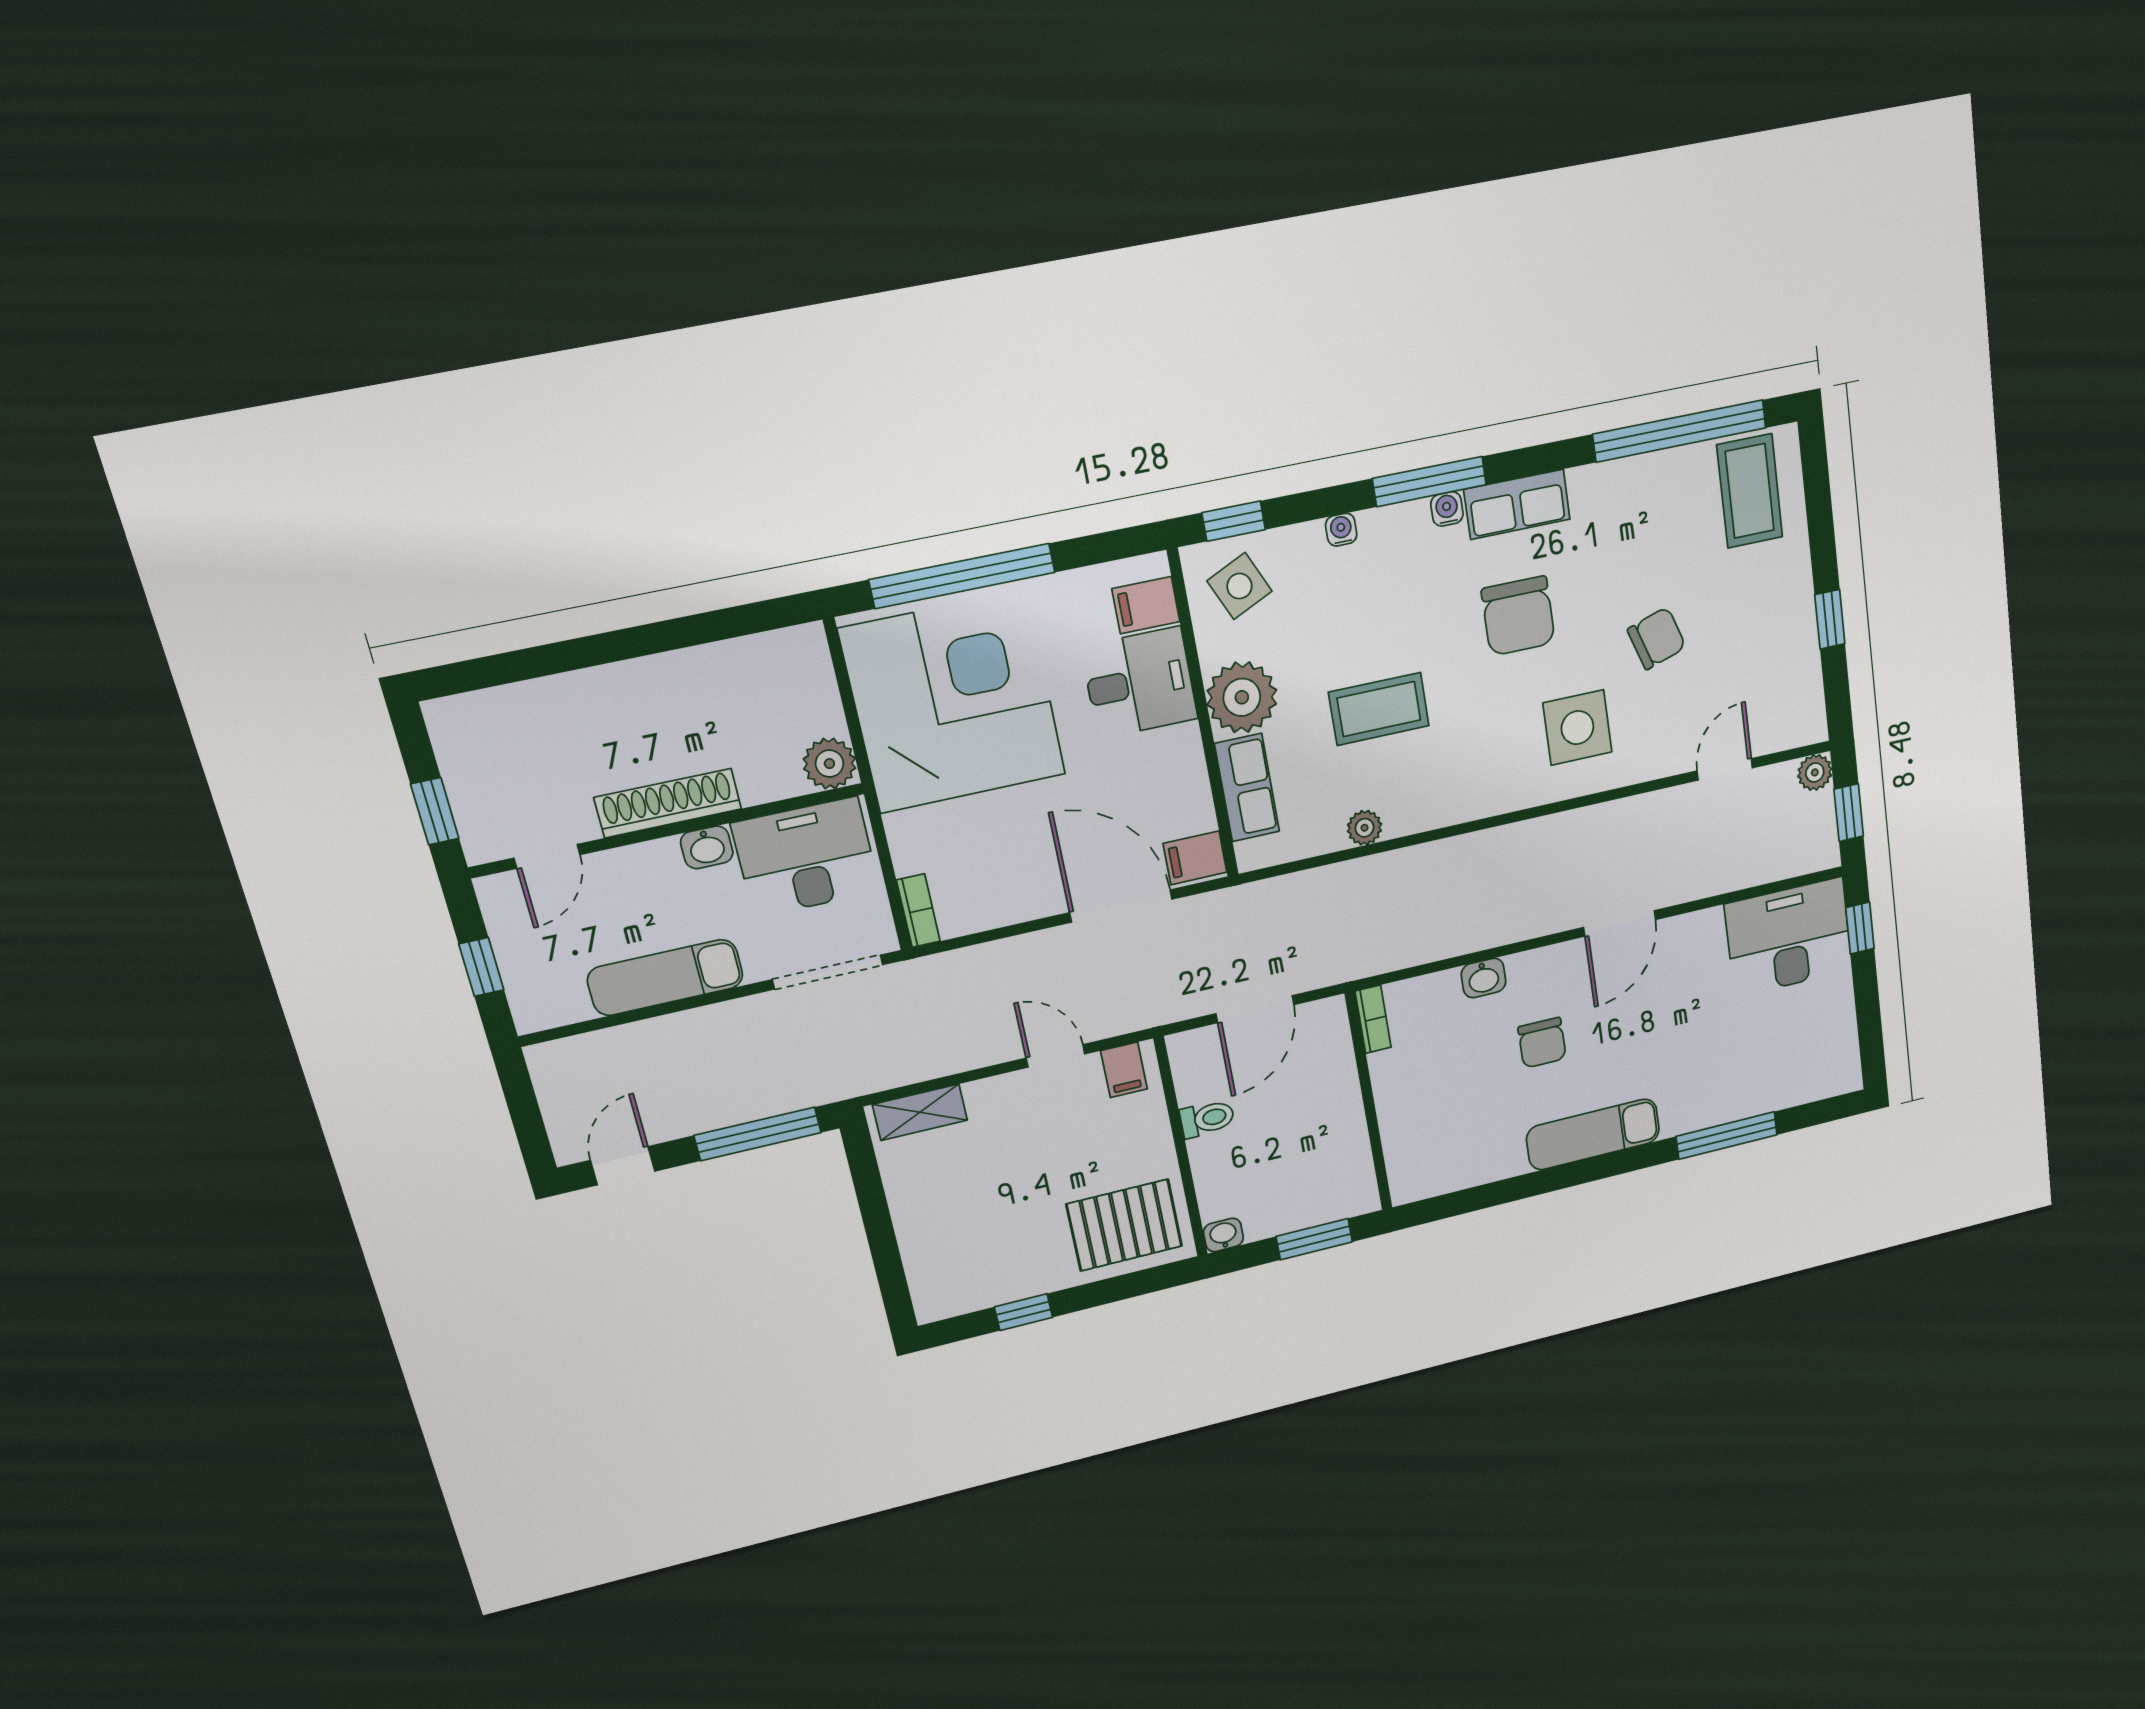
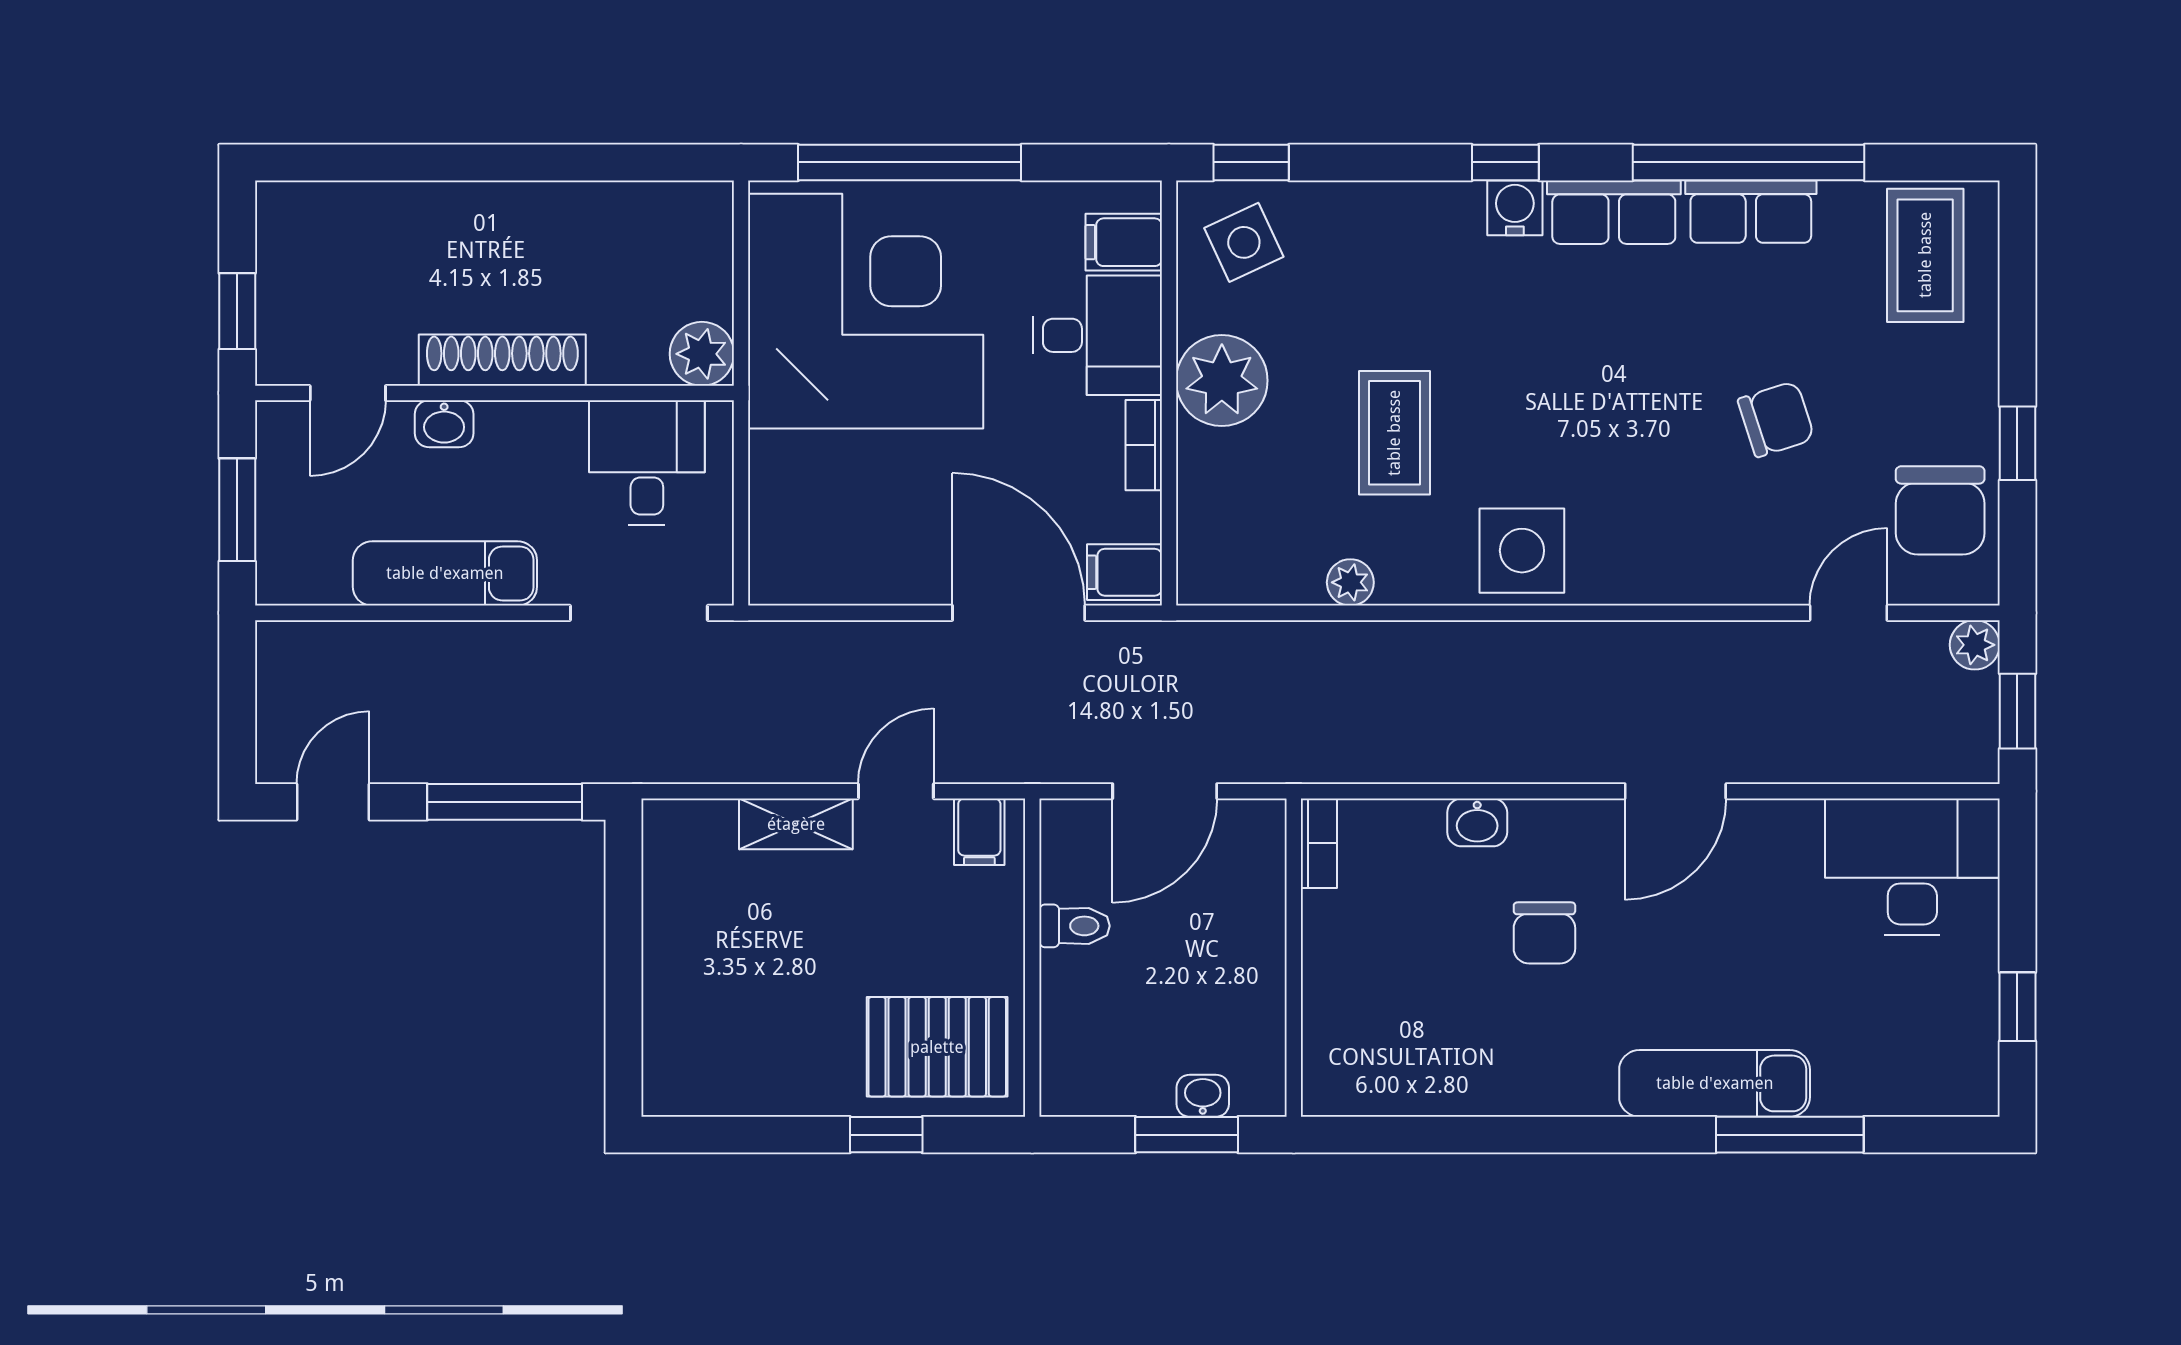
window: (1680, 431) -> (1749, 162), moved
window: (1429, 482) -> (1505, 162), width x0.46
water cooler: (1447, 509) -> (1515, 208), width x1.38, depth x1.38
water cooler: (1341, 530) -> (1384, 199), removed
chair: (1518, 616) -> (1940, 510), moved
coffee table: (1379, 709) -> (1394, 433), turned 90
side table: (1577, 728) -> (1522, 551), moved
row of seats: (1247, 788) -> (1751, 212), moved, turned 90
washbasin: (707, 847) -> (444, 424), moved
desk: (806, 857) -> (647, 462), width x0.73
bookcase: (918, 911) -> (1144, 445), moved, turned 180
window: (1860, 928) -> (2017, 1007), moved
window: (481, 967) -> (237, 510), width x1.50
door: (1056, 1056) -> (896, 791), hinge flipped
shelving: (920, 1112) -> (796, 824), moved
exam couch: (1593, 1134) -> (1715, 1083), moved
washbasin: (1223, 1235) -> (1203, 1096), moved
window: (1023, 1312) -> (886, 1135), moved

